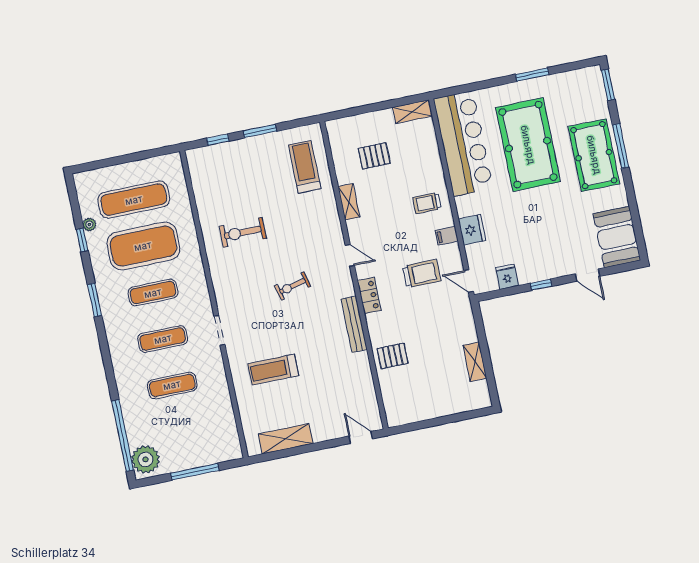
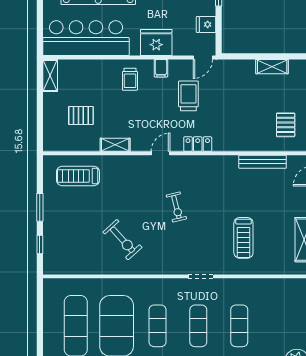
pallet: (374, 156) -> (81, 115), turned 90
fridge: (472, 230) -> (156, 43), width x1.36, depth x1.34
exercise bike: (243, 232) -> (122, 240), turned -42
bench: (354, 324) -> (263, 162), moved
pallet: (393, 356) -> (286, 125), moved

